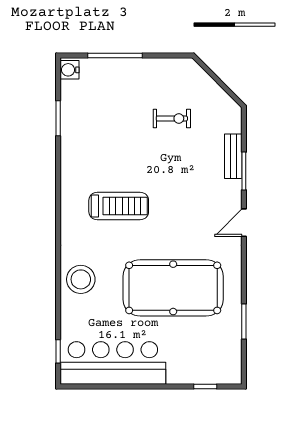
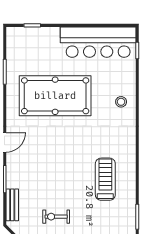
bench: (233, 156) -> (12, 205), moved
treadmill: (119, 206) -> (105, 179), moved, turned 90
stool: (81, 279) -> (121, 102), width x0.53, depth x0.53

